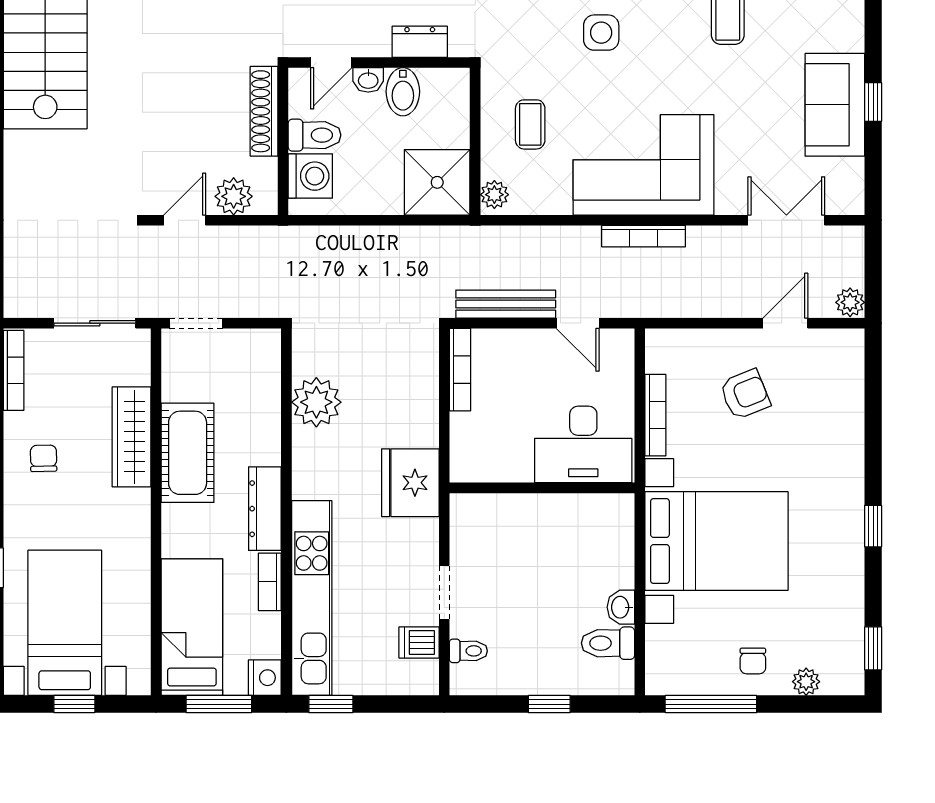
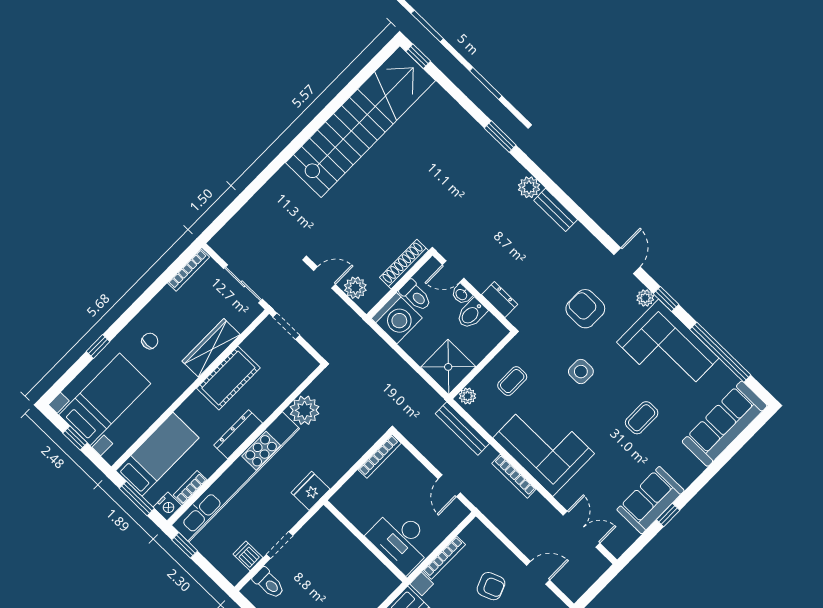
washing machine: (310, 176) -> (397, 318), width x1.37, depth x1.37
plant: (850, 302) -> (574, 591), removed
bench: (506, 304) -> (462, 428), moved
chair: (44, 458) -> (150, 341), moved
fridge: (410, 483) -> (310, 491), width x0.73, depth x0.75
bookcase: (270, 582) -> (190, 487), moved
kitchen unit: (312, 598) -> (236, 477), width x1.36
toilet: (468, 651) -> (269, 583), width x1.37, depth x1.39

